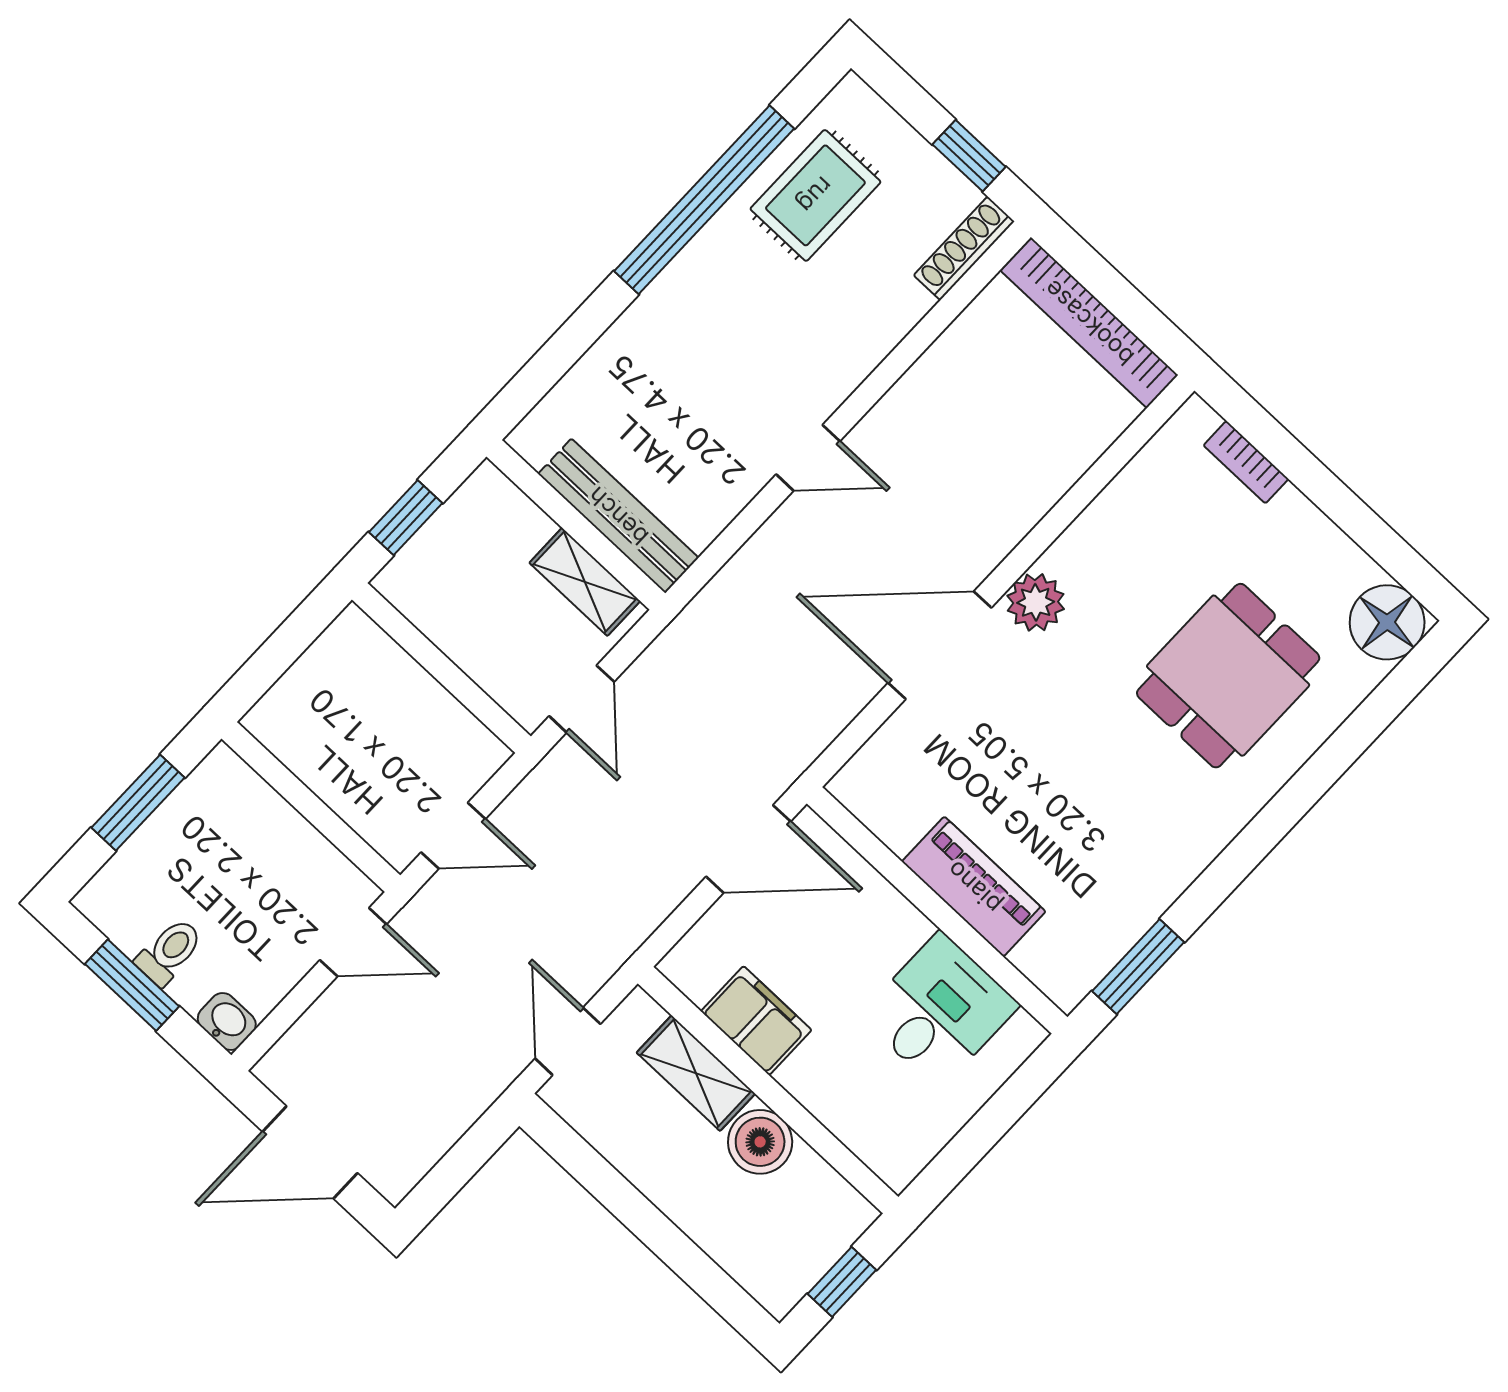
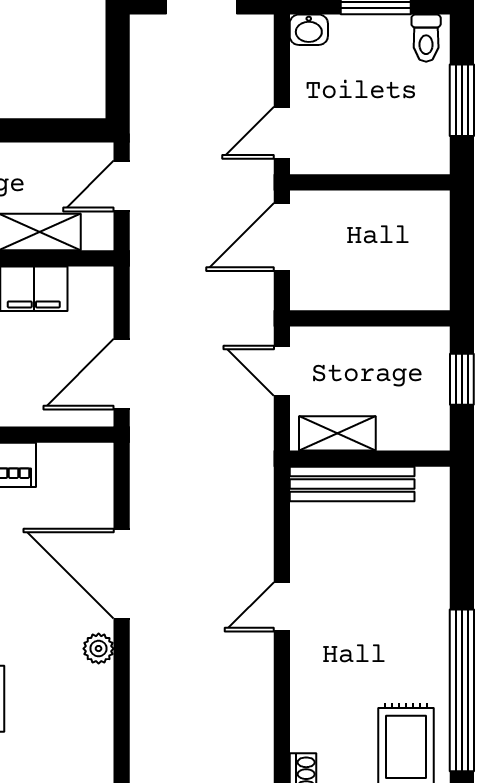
plant: (1036, 602) -> (99, 649), width x0.73, depth x0.73
door: (940, 645) -> (122, 574), swing flipped
door: (453, 836) -> (282, 237), width x1.37
toilet: (169, 952) -> (426, 38), moved
door: (568, 1041) -> (122, 186), swing flipped

